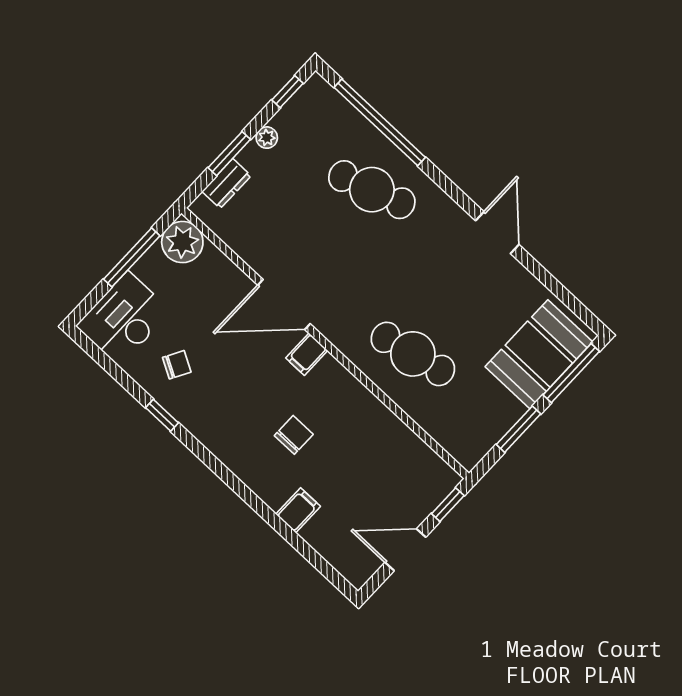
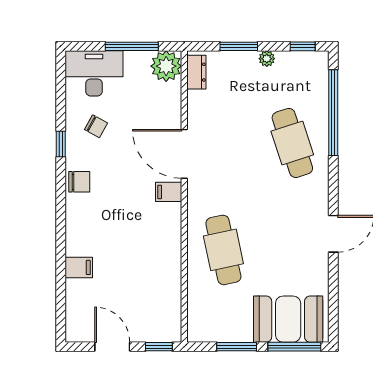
dresser: (227, 184) -> (196, 72), moved, turned -90
chair: (294, 435) -> (79, 182), moved

